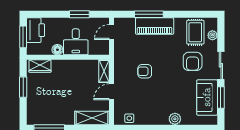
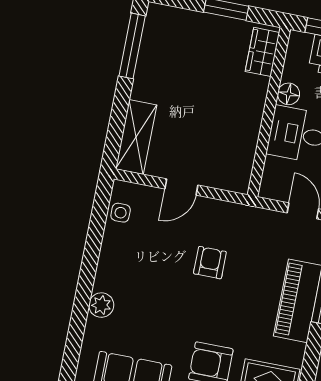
shelving: (104, 71) -> (226, 180), removed
door: (111, 92) -> (181, 187), swing flipped

